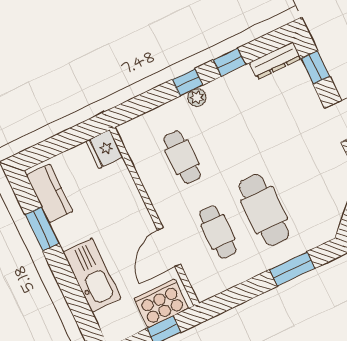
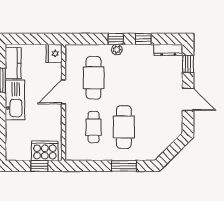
cafe table: (182, 157) -> (94, 78), width x1.37, depth x1.35
door: (169, 247) -> (63, 92), moved
kitchen sink: (92, 275) -> (15, 100), moved

